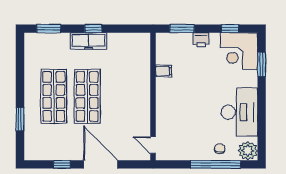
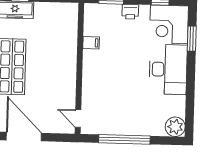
desk: (239, 112) -> (168, 69), moved
chair: (220, 149) -> (146, 124), removed
window: (216, 164) -> (124, 139), moved

